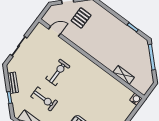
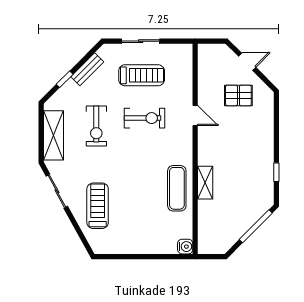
door: (55, 31) -> (195, 115), moved
treadmill: (36, 58) -> (142, 75), added
shelving: (124, 75) -> (205, 183), moved
exercise mat: (104, 82) -> (177, 188), added

